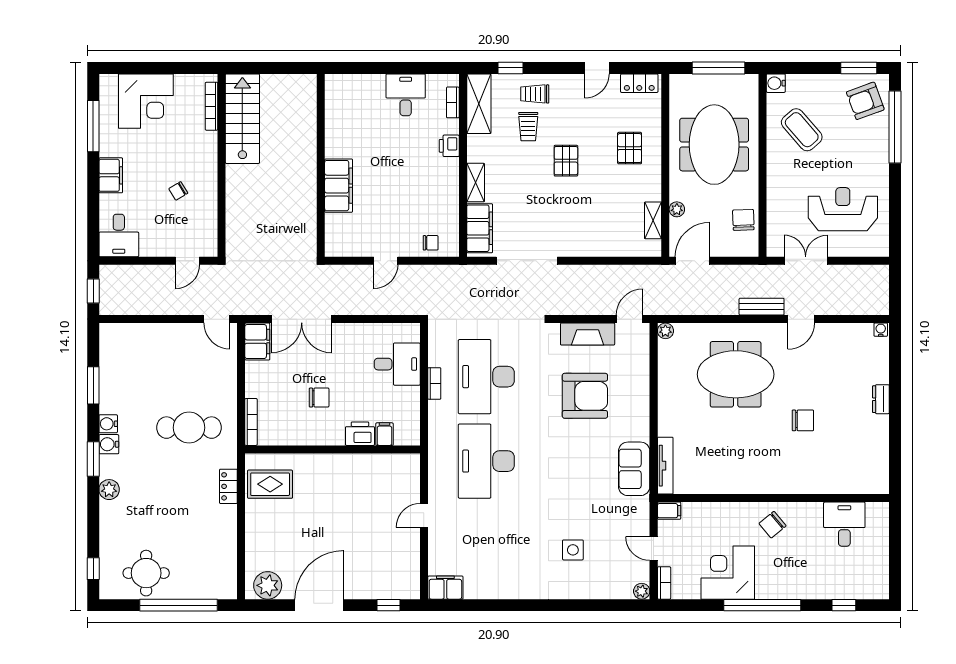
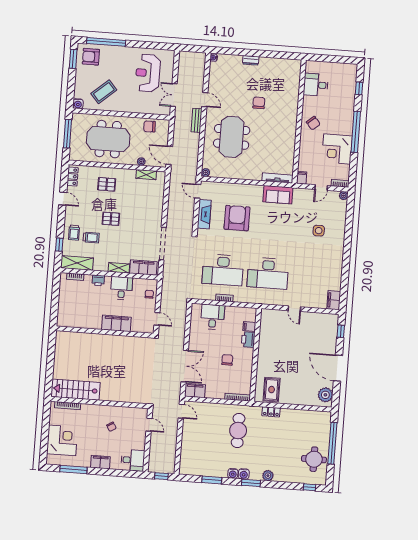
desk: (406, 95) -> (122, 288), moved, turned 90
armchair: (865, 101) -> (91, 57), turned 110
wall: (321, 165) -> (105, 332), moved
filing cabinet: (339, 186) -> (116, 323), moved
door: (217, 319) -> (181, 411), hinge flipped

